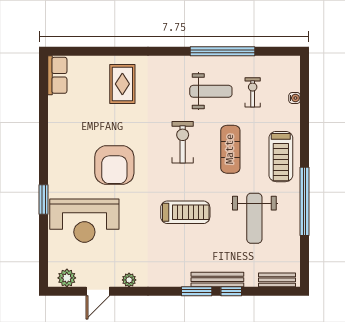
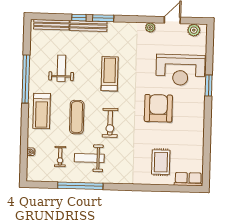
row of seats: (57, 75) -> (188, 179), moved, turned 90
rug: (122, 84) -> (161, 162), moved
treadmill: (281, 157) -> (42, 111), turned 180
treadmill: (185, 212) -> (110, 74), turned 90
weight bench: (254, 218) -> (61, 68), width x0.73, depth x0.75
reception desk: (84, 221) -> (180, 70), turned 180
bench: (277, 280) -> (51, 25), width x1.36

